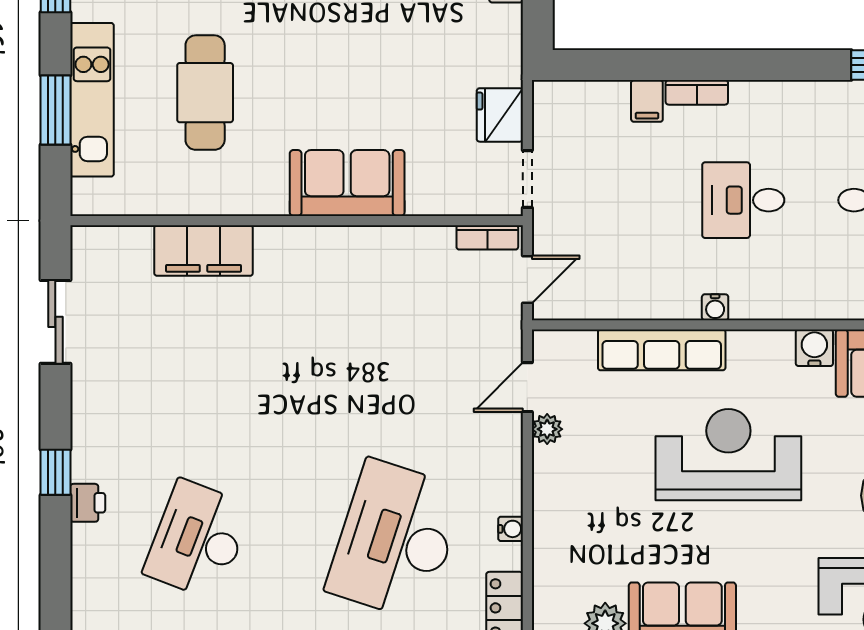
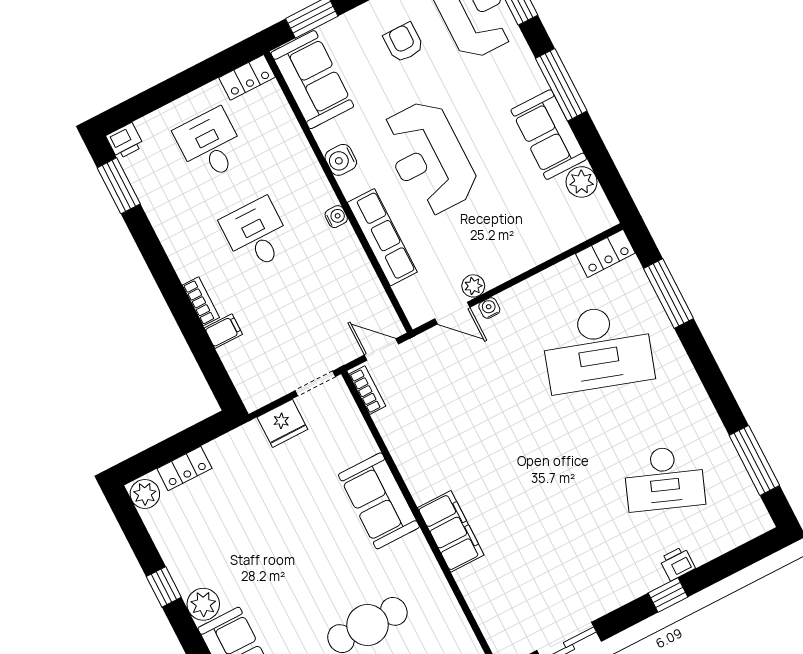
desk: (743, 200) -> (256, 234), turned 180
filing cabinet: (204, 251) -> (451, 531), moved
water cooler: (814, 348) -> (341, 160), moved
water cooler: (511, 529) -> (489, 308), moved

